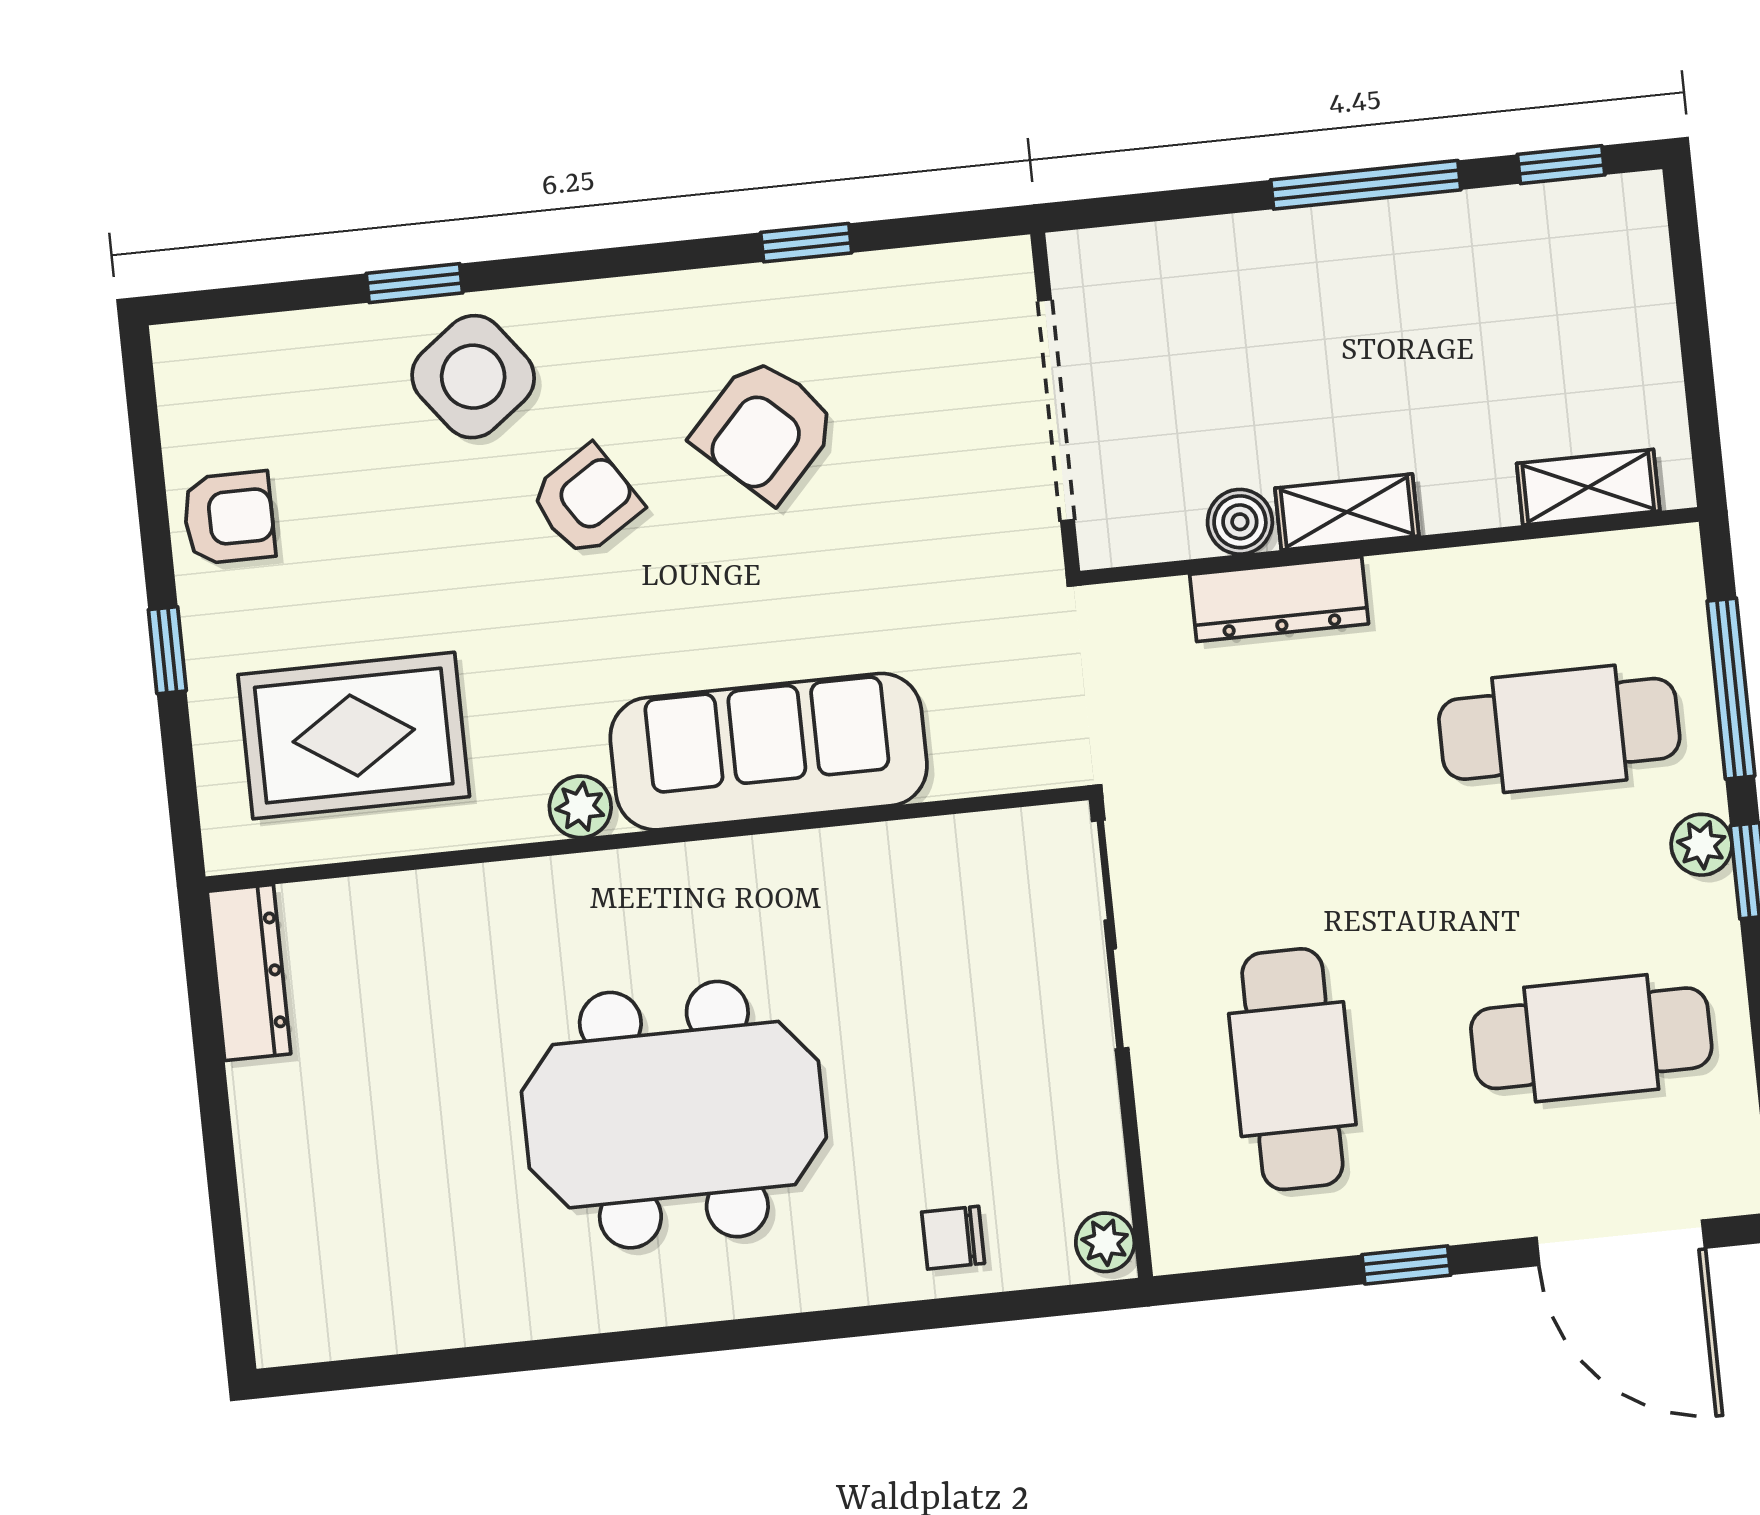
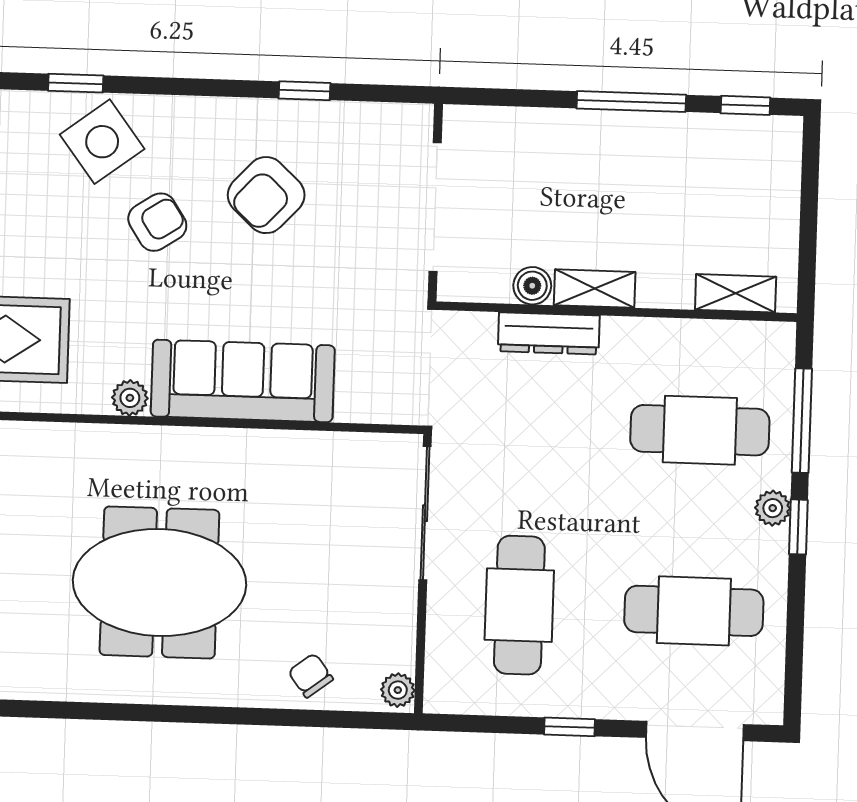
chair: (953, 1238) -> (311, 675), turned 53

